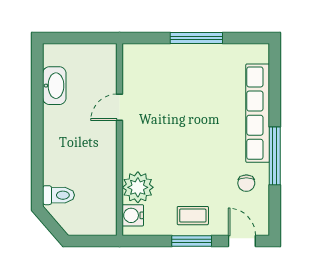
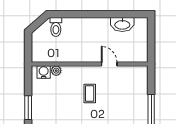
plant: (138, 187) -> (56, 71), width x0.53, depth x0.53
coffee table: (193, 216) -> (90, 94), moved

